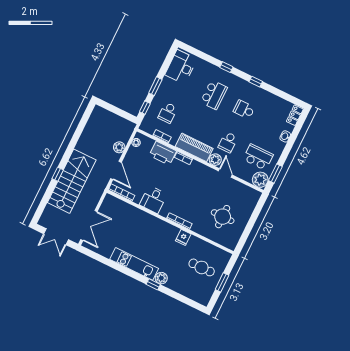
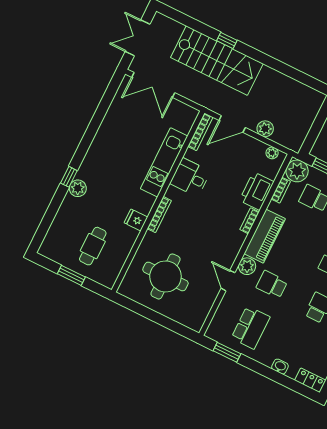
door: (225, 173) -> (228, 281), swing flipped
plant: (260, 180) -> (297, 171), moved
round table: (223, 217) -> (165, 276), width x1.36, depth x1.36
kitchen unit: (134, 264) -> (164, 162), moved, turned 180

